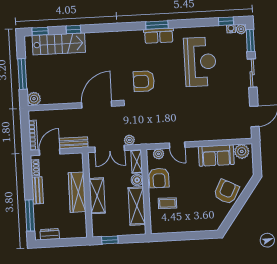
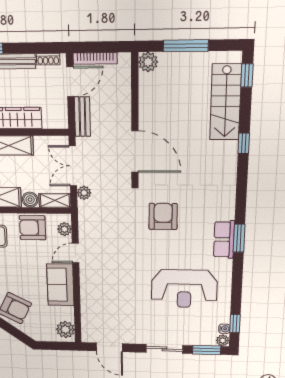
window: (73, 29) -> (244, 143), moved
door: (50, 152) -> (70, 82), hinge flipped
sofa: (216, 155) -> (60, 285), moved

